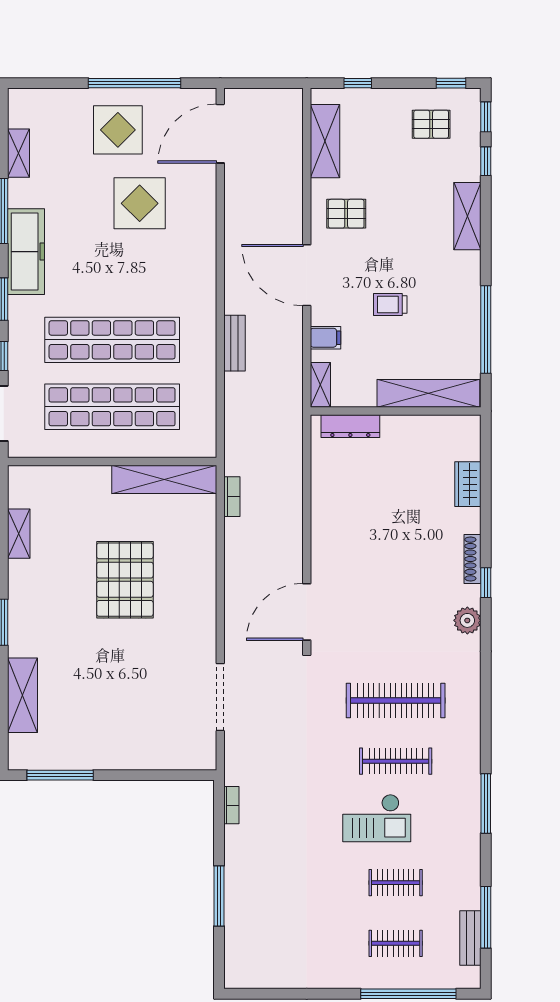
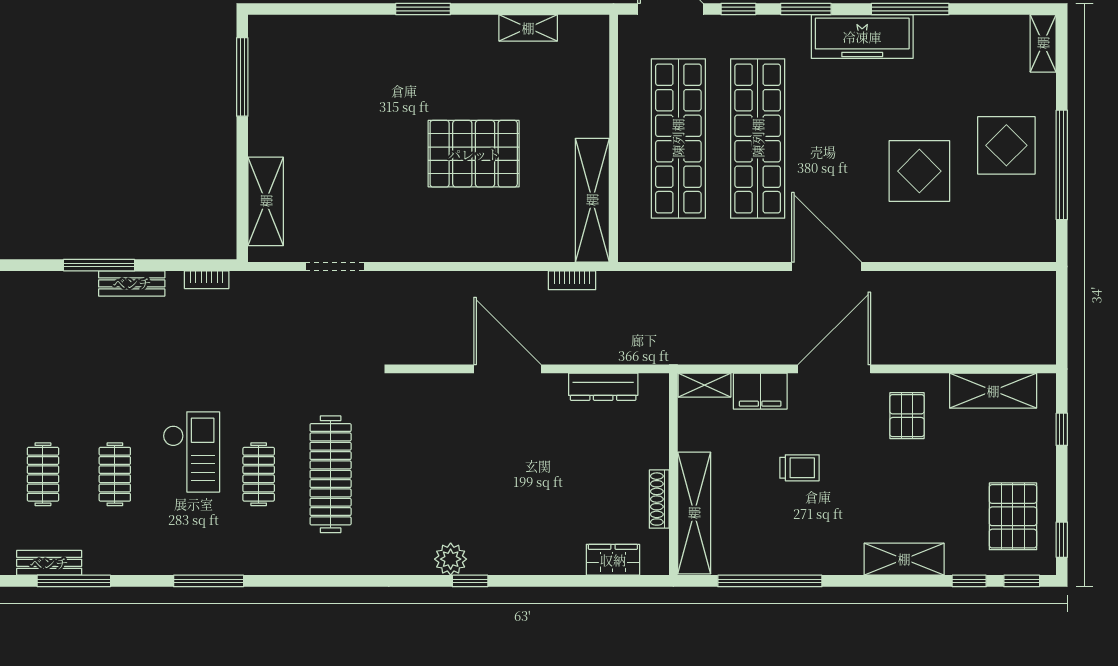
pallet: (431, 124) -> (1013, 516), width x1.50, depth x1.42
door: (220, 134) -> (827, 267), moved
shelving: (18, 153) -> (1043, 43), moved, turned 90
trolley: (390, 305) -> (799, 468), turned 90
filing cabinet: (325, 338) -> (760, 391), width x2.00
bench: (235, 343) -> (132, 283), moved
dresser: (350, 426) -> (603, 387), moved, turned -90
wardrobe: (468, 484) -> (613, 560), moved
shoe rack: (473, 559) -> (659, 499), moved, turned -90
door: (307, 612) -> (507, 369), moved
plant: (467, 620) -> (451, 559), moved
shelving: (23, 695) -> (266, 201), moved, turned 90
doorway: (220, 697) -> (335, 267), width x0.73
clothes rail: (396, 761) -> (259, 474), width x0.73
checkout: (377, 818) -> (191, 452), turned 180

